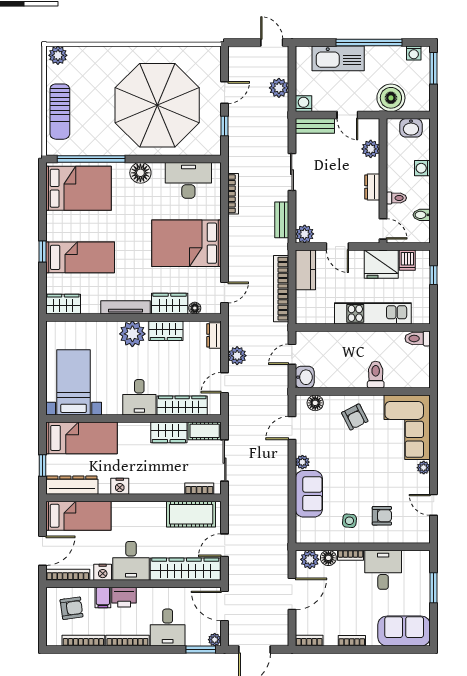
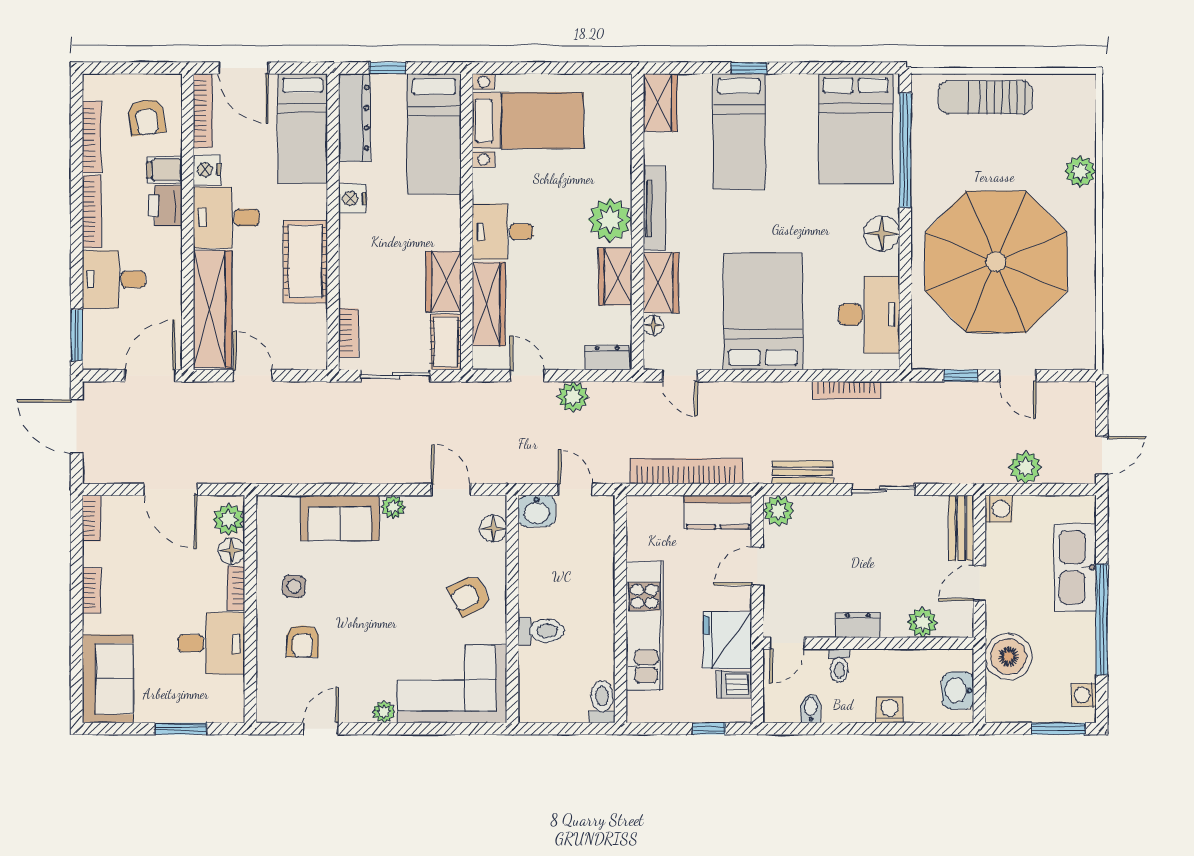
plant: (58, 55) -> (1080, 171), moved
cot: (191, 514) -> (305, 262), moved
plant: (215, 640) -> (93, 359), removed

